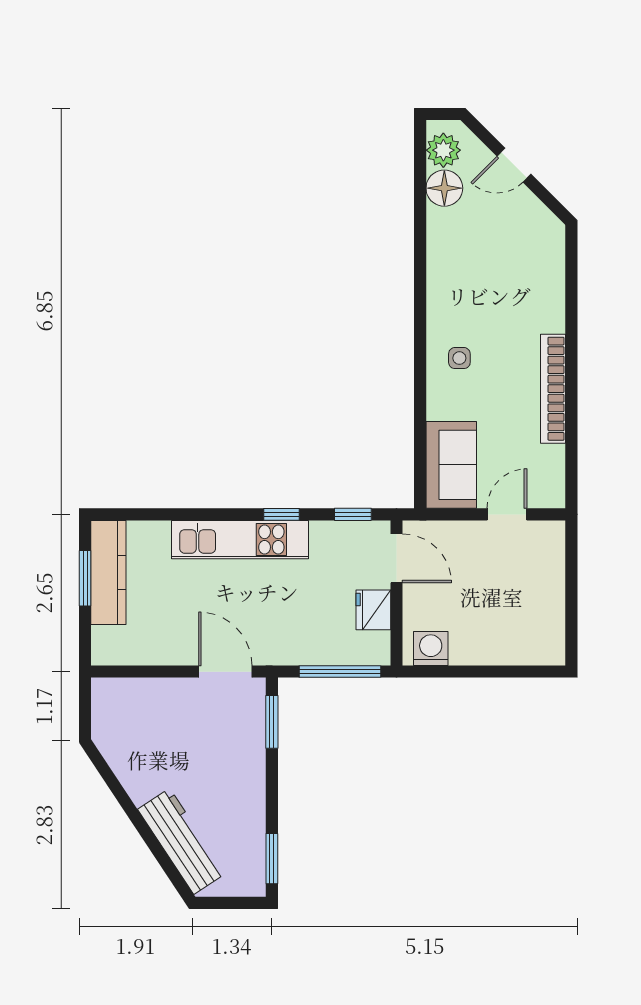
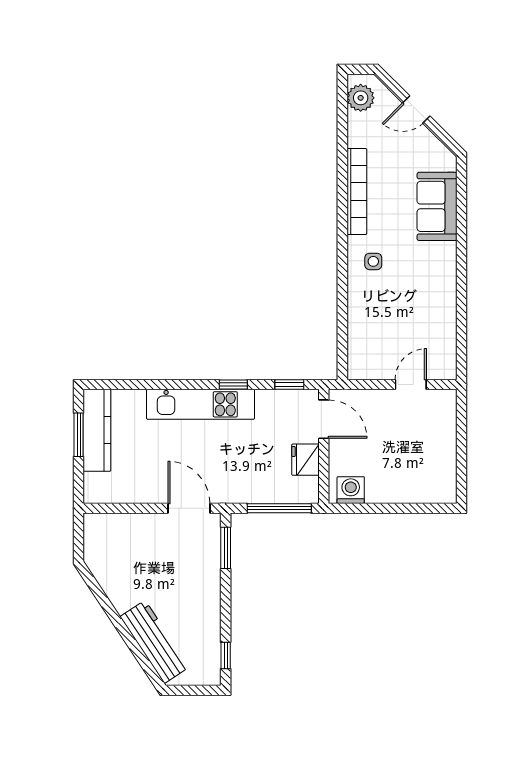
floor lamp: (444, 188) -> (361, 128), removed
bookcase: (553, 389) -> (357, 191), moved, turned 180
sofa: (451, 465) -> (437, 206), moved, turned 180
window: (272, 859) -> (226, 656), width x0.67

